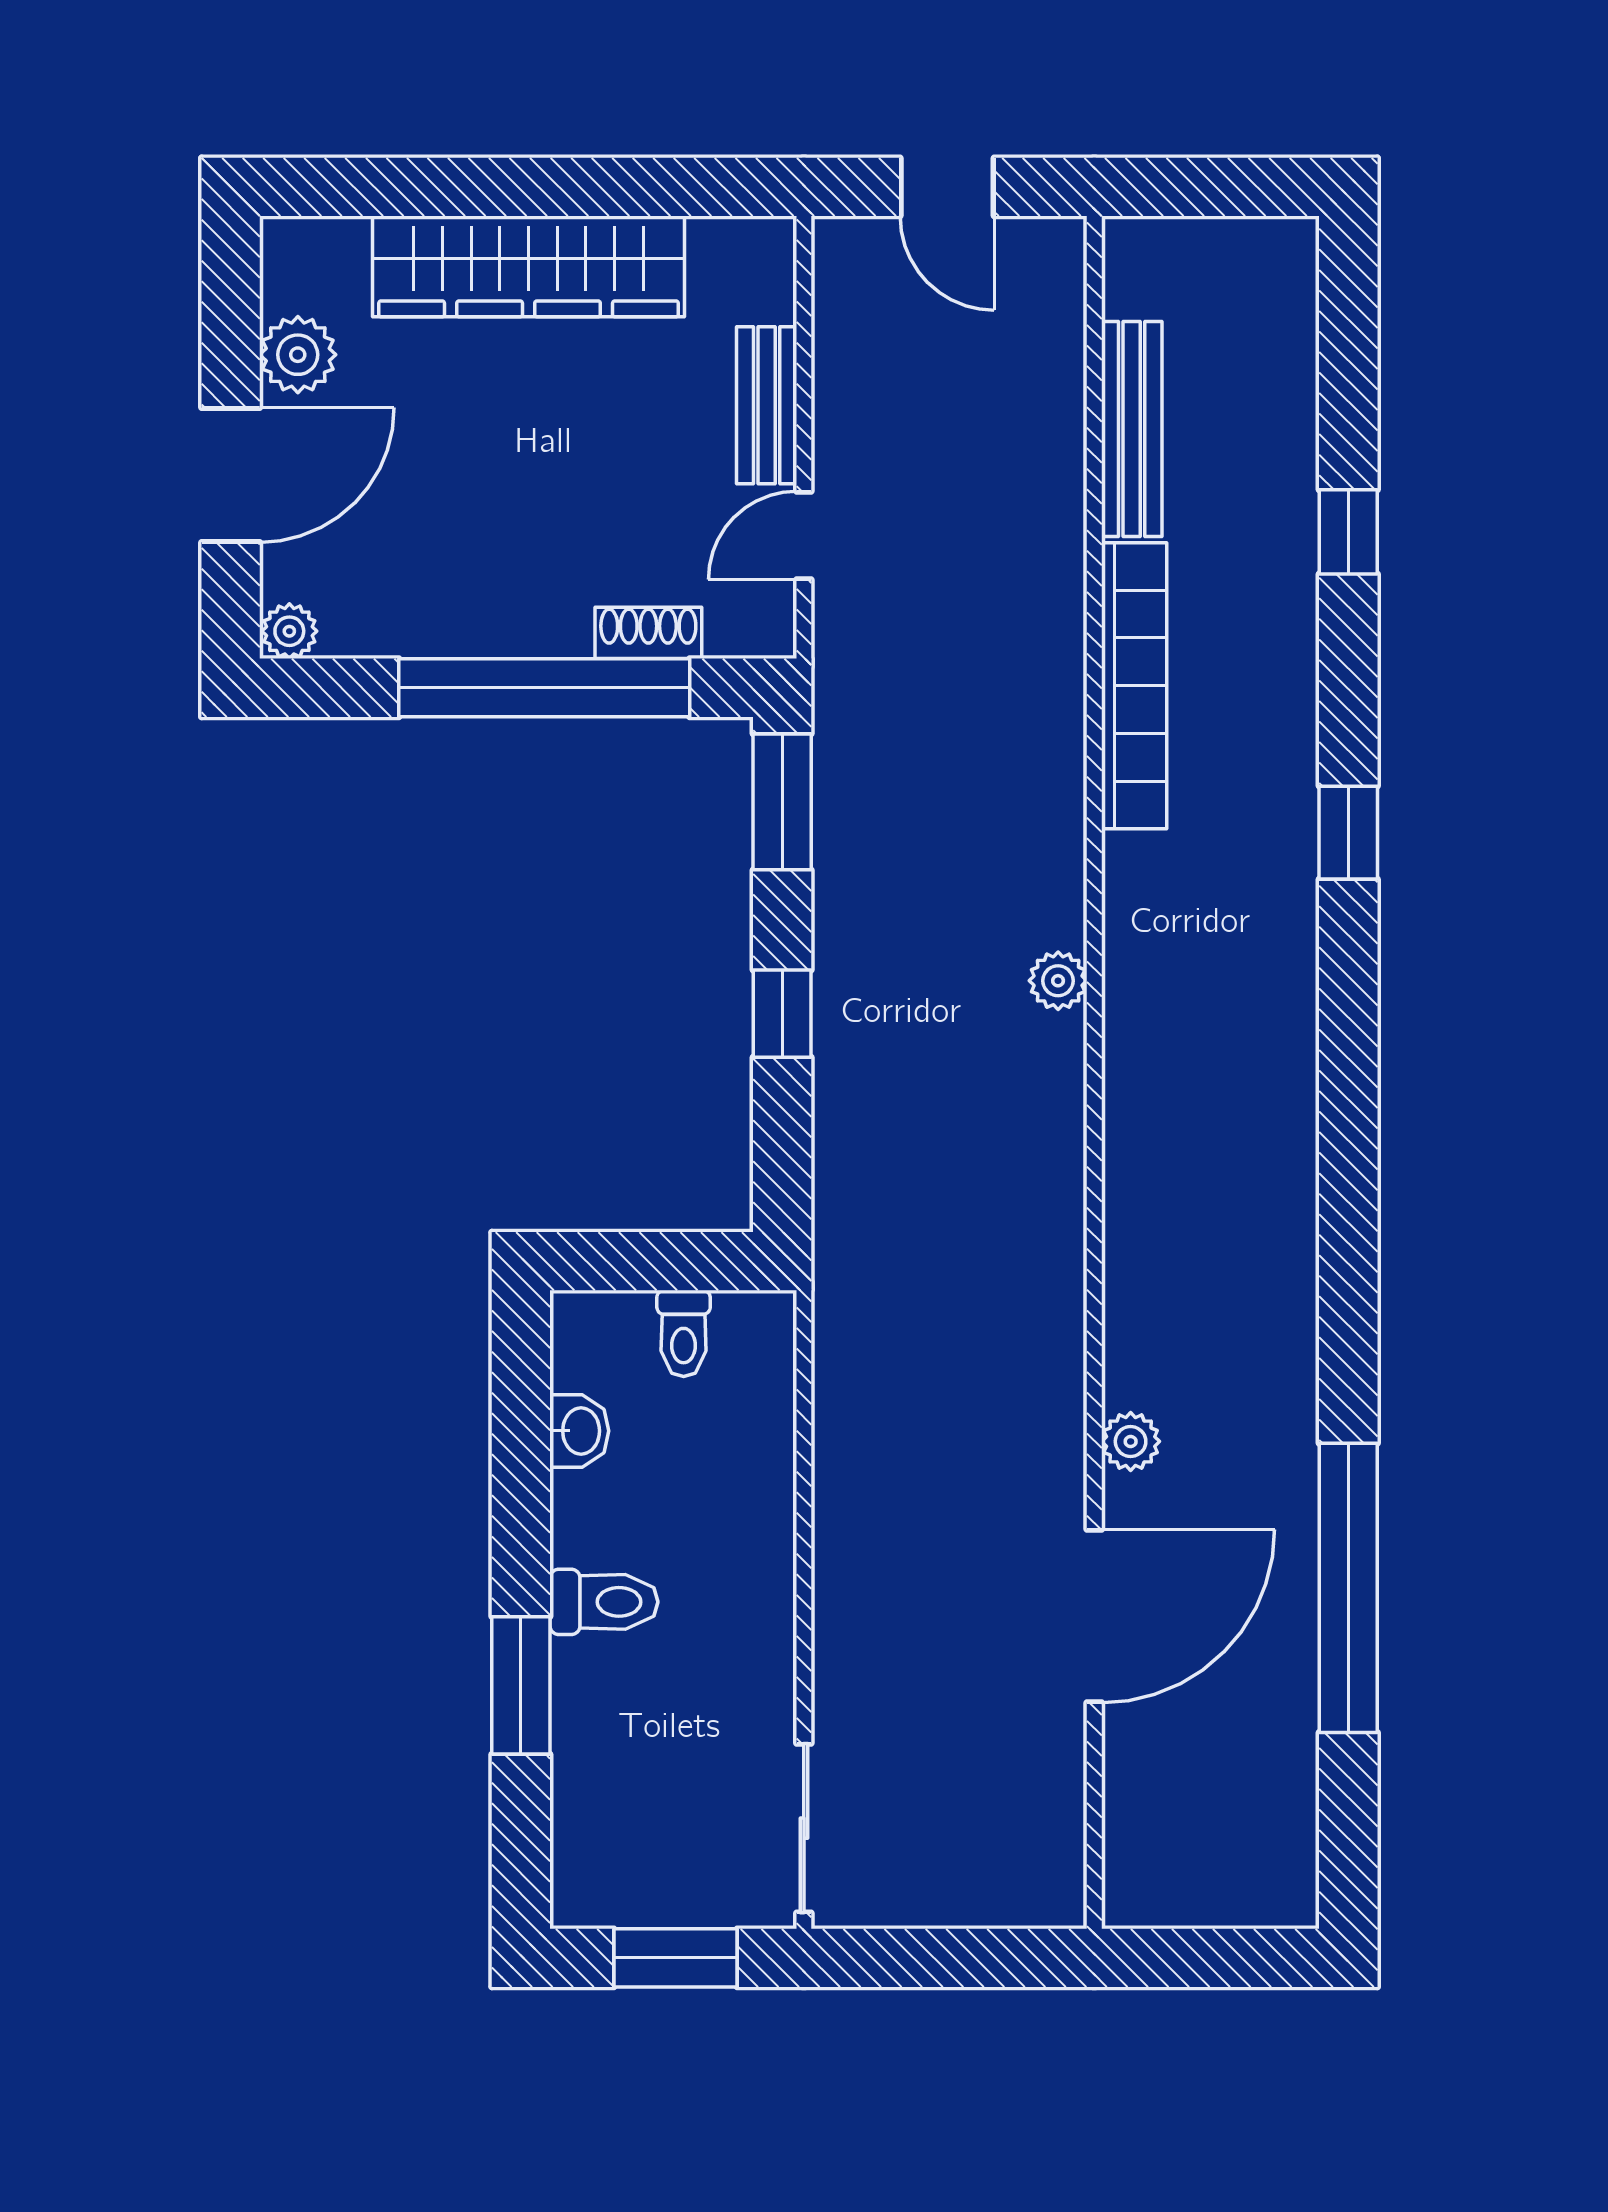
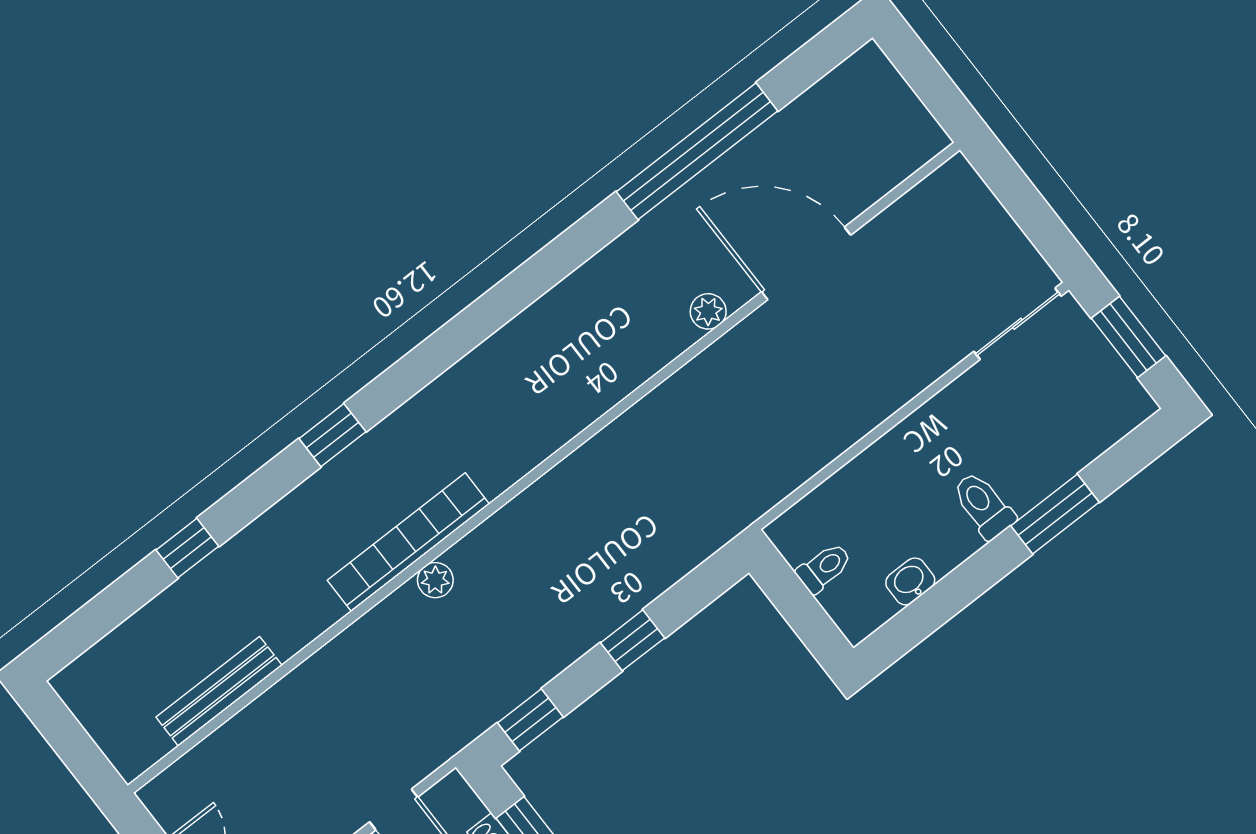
bookcase: (1134, 686) -> (408, 542), moved
window: (782, 802) -> (530, 720), width x0.67
plant: (1058, 981) -> (435, 580), moved

